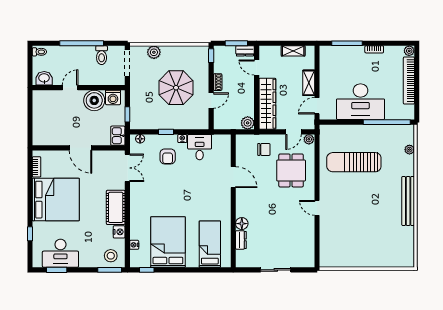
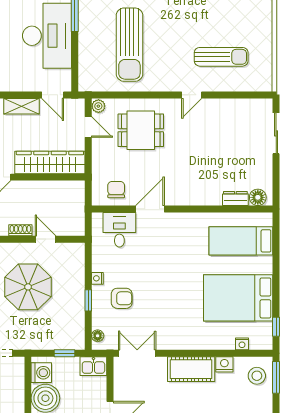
plant: (248, 123) -> (76, 189), removed
desk: (200, 147) -> (119, 230), moved, turned 90
chair: (264, 149) -> (116, 190), moved
floor lamp: (242, 224) -> (258, 197), moved
sun lounger: (345, 230) -> (221, 57), added
sliding door: (276, 270) -> (276, 133), moved

